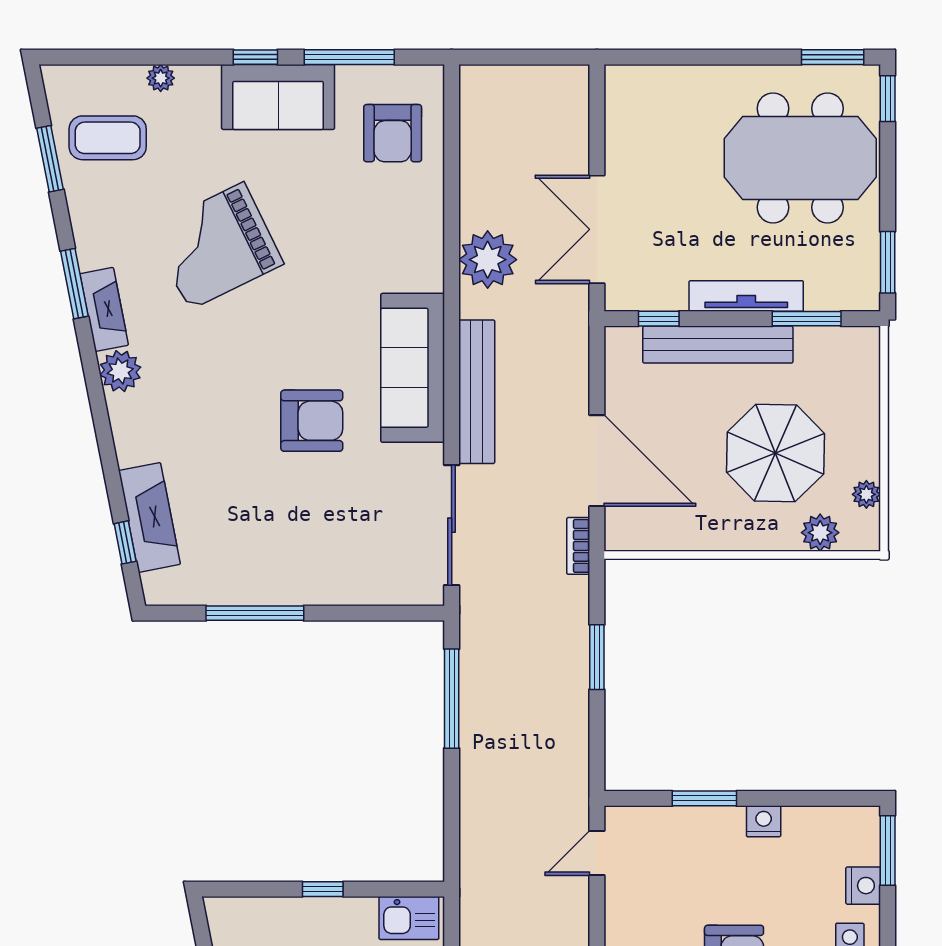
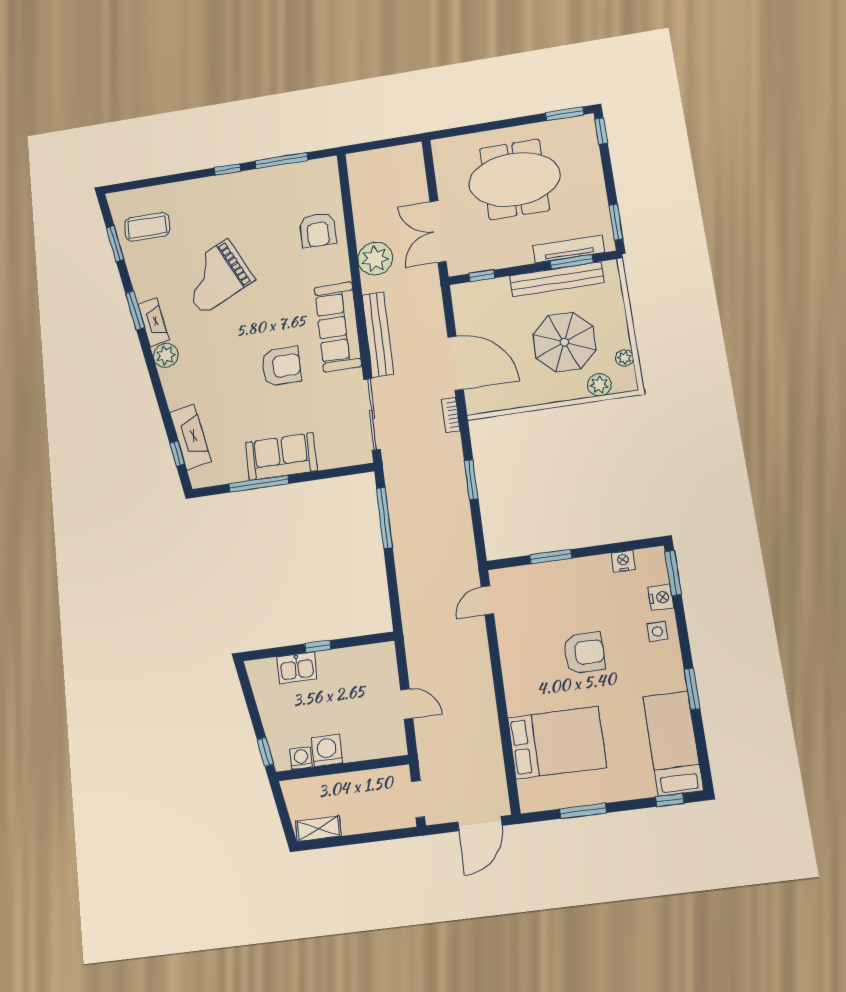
plant: (161, 78) -> (175, 190), removed
sofa: (278, 97) -> (281, 456), moved, turned 180
armchair: (393, 133) -> (318, 230), moved
meeting table: (800, 158) -> (514, 179), moved
tv unit: (746, 296) -> (569, 249), moved
bench: (718, 345) -> (557, 279), moved
nightstand: (764, 821) -> (623, 561), moved
kitchen sink: (409, 918) -> (297, 668), moved

